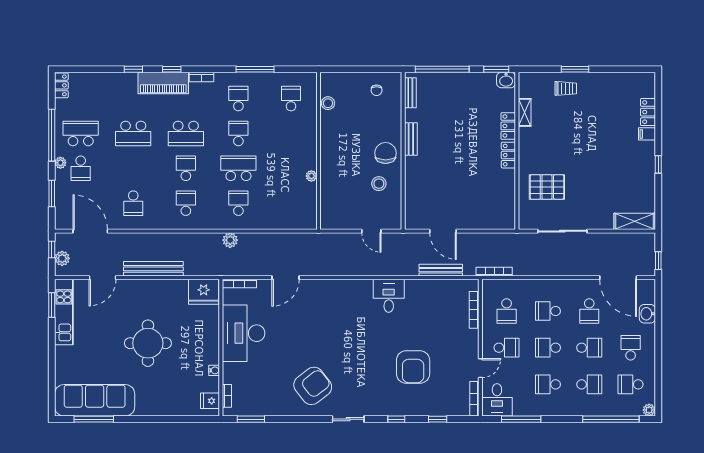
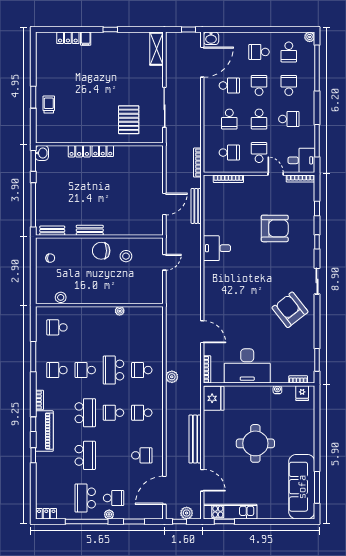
shelving: (525, 112) -> (68, 138), removed
washbasin: (647, 314) -> (211, 38), moved
school desk: (548, 384) -> (289, 119), turned -90

